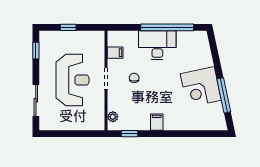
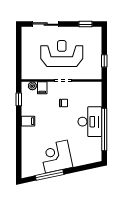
window: (68, 27) -> (104, 61), moved
filing cabinet: (115, 53) -> (42, 88), moved
reception desk: (72, 80) -> (62, 53), turned 180

